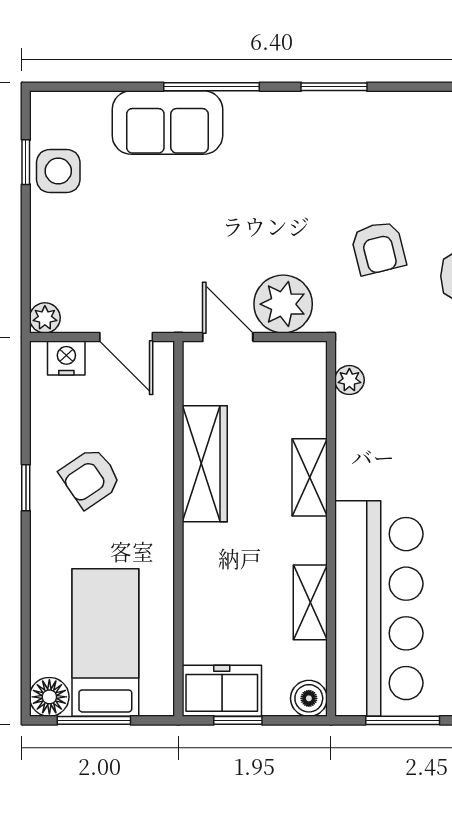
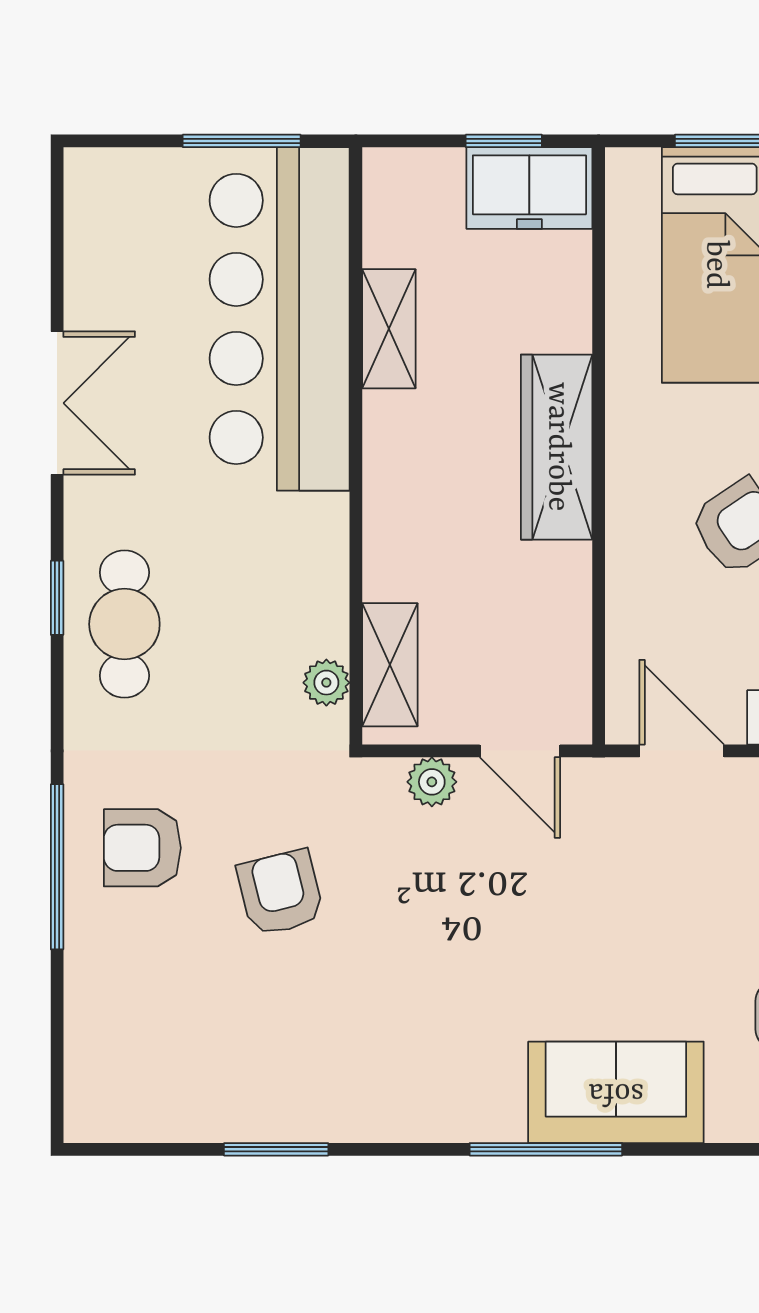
window: (334, 87) -> (276, 1149), moved
plant: (283, 304) -> (432, 782), width x0.53, depth x0.53
wardrobe: (205, 464) -> (557, 447), moved
shelving: (310, 477) -> (390, 665), moved
boiler: (309, 698) -> (391, 176), removed

